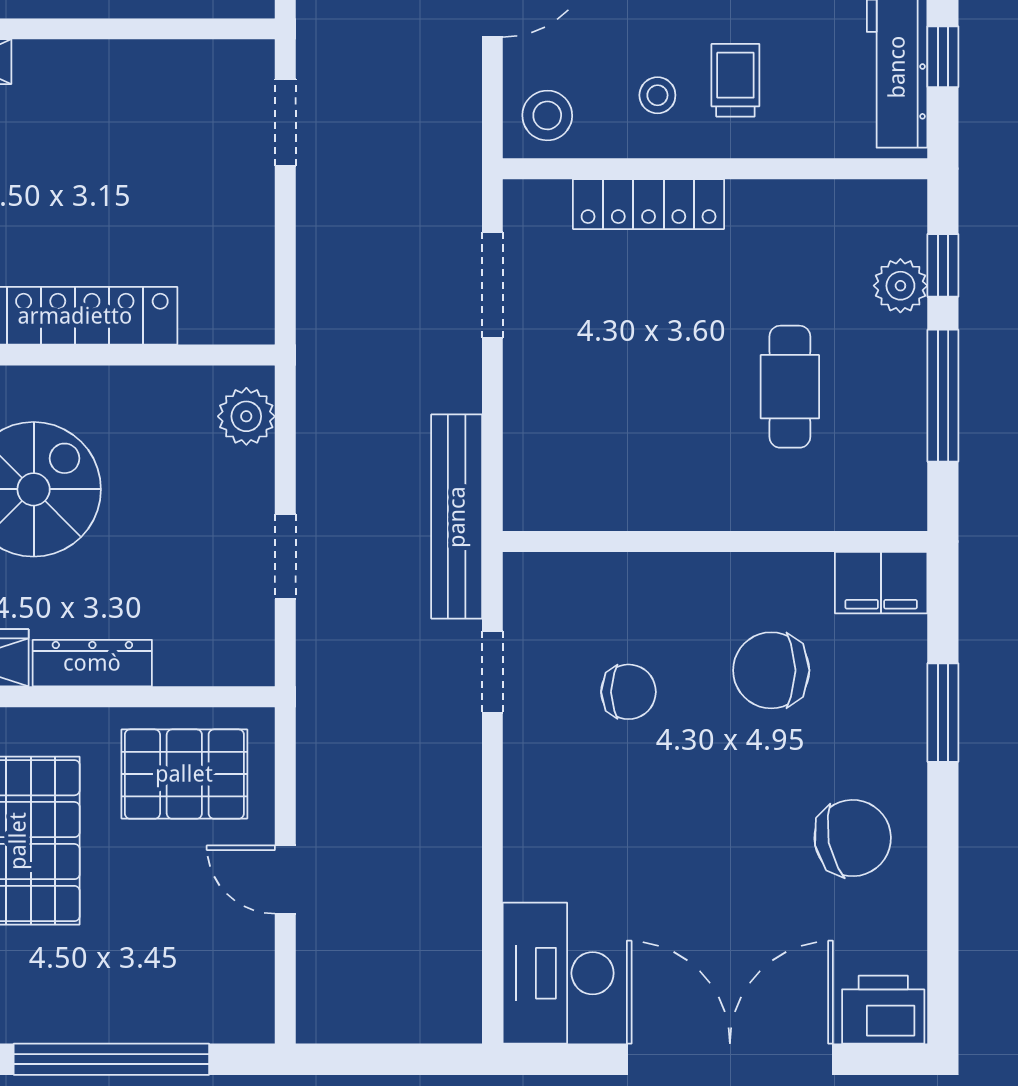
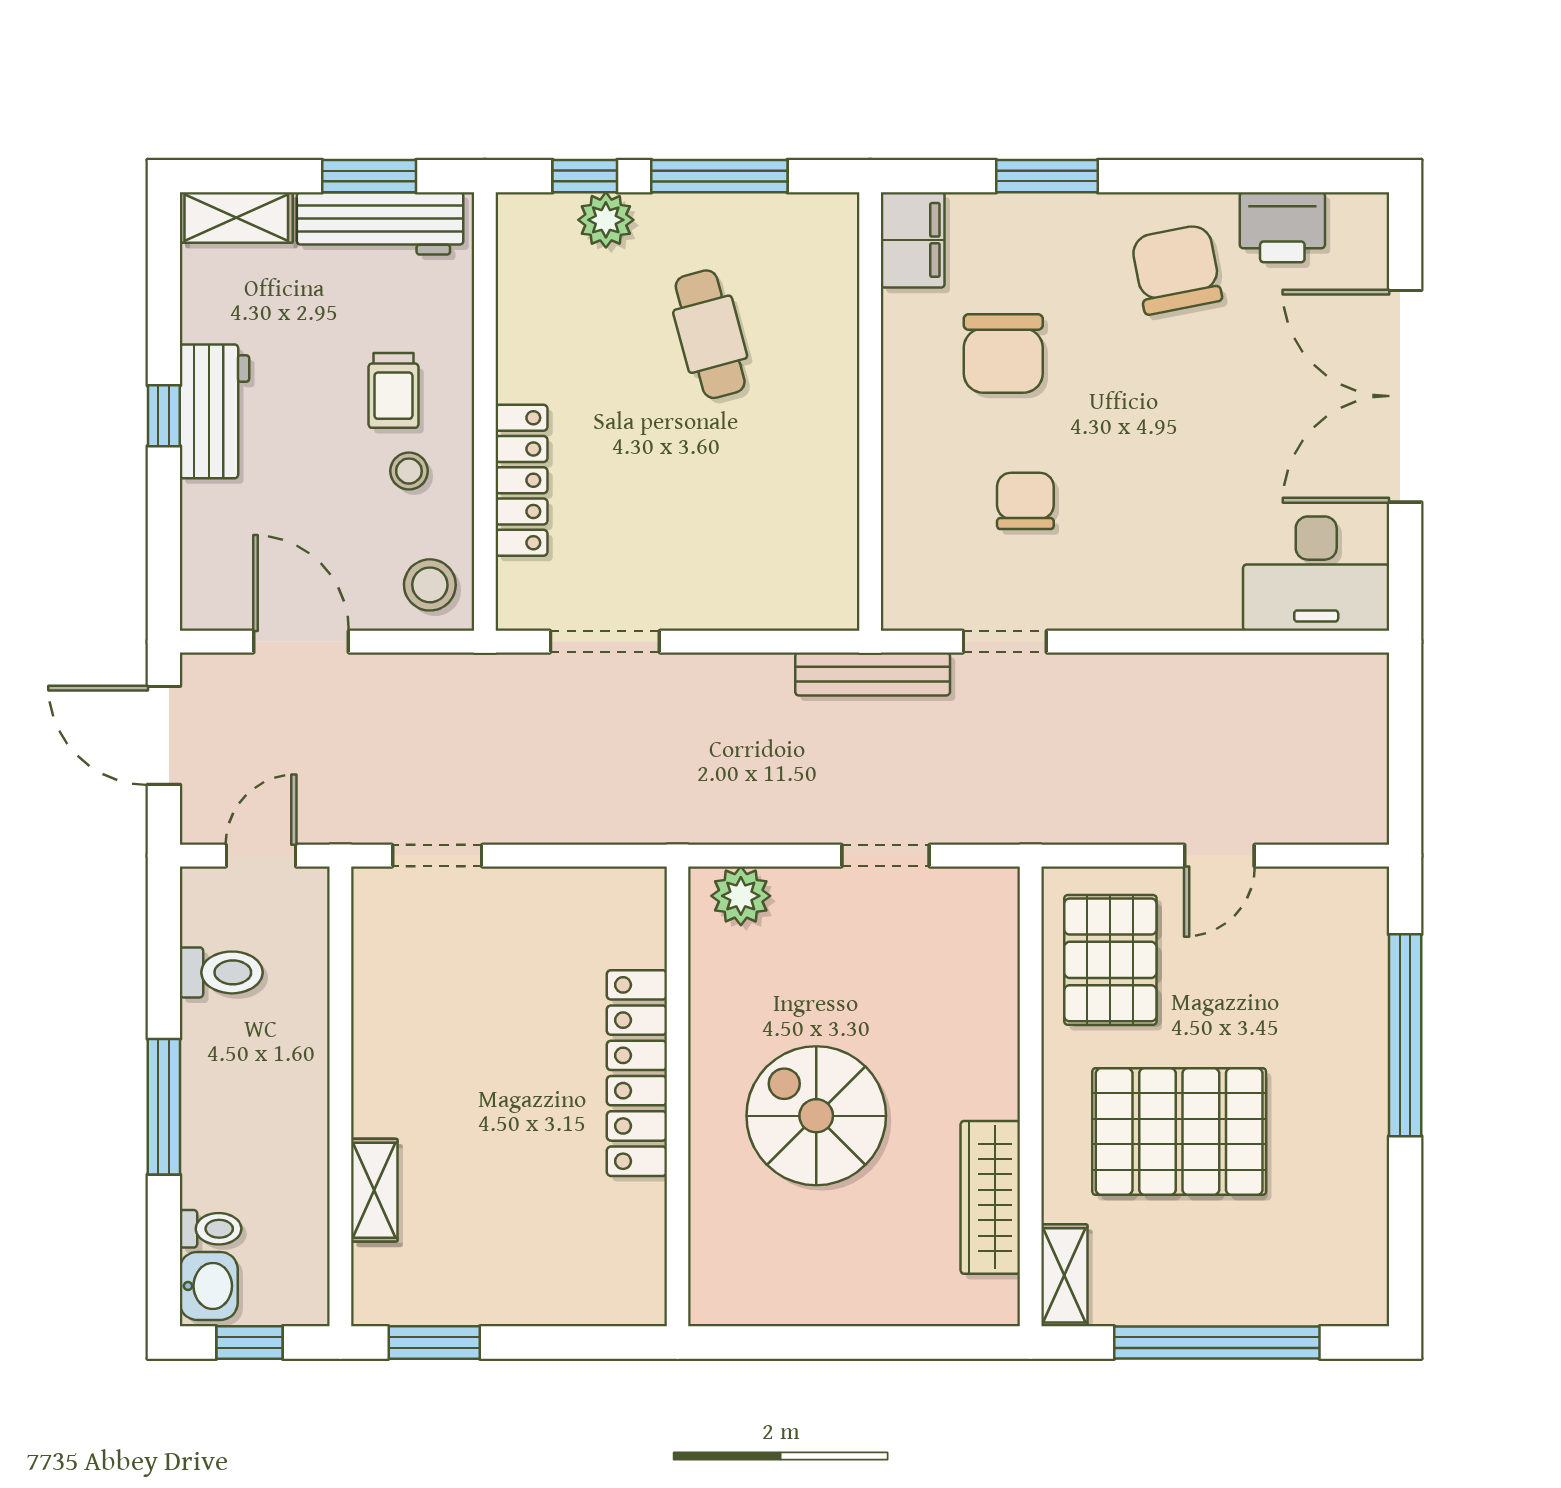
window: (943, 57) -> (369, 176), width x1.50
trolley: (735, 80) -> (393, 390), turned -90
cafe table: (790, 387) -> (710, 334), turned 75
bench: (457, 517) -> (873, 674), width x0.73, depth x0.82
dresser: (92, 663) -> (996, 1055), removed
printer: (883, 1010) -> (1282, 227), moved, turned -90

